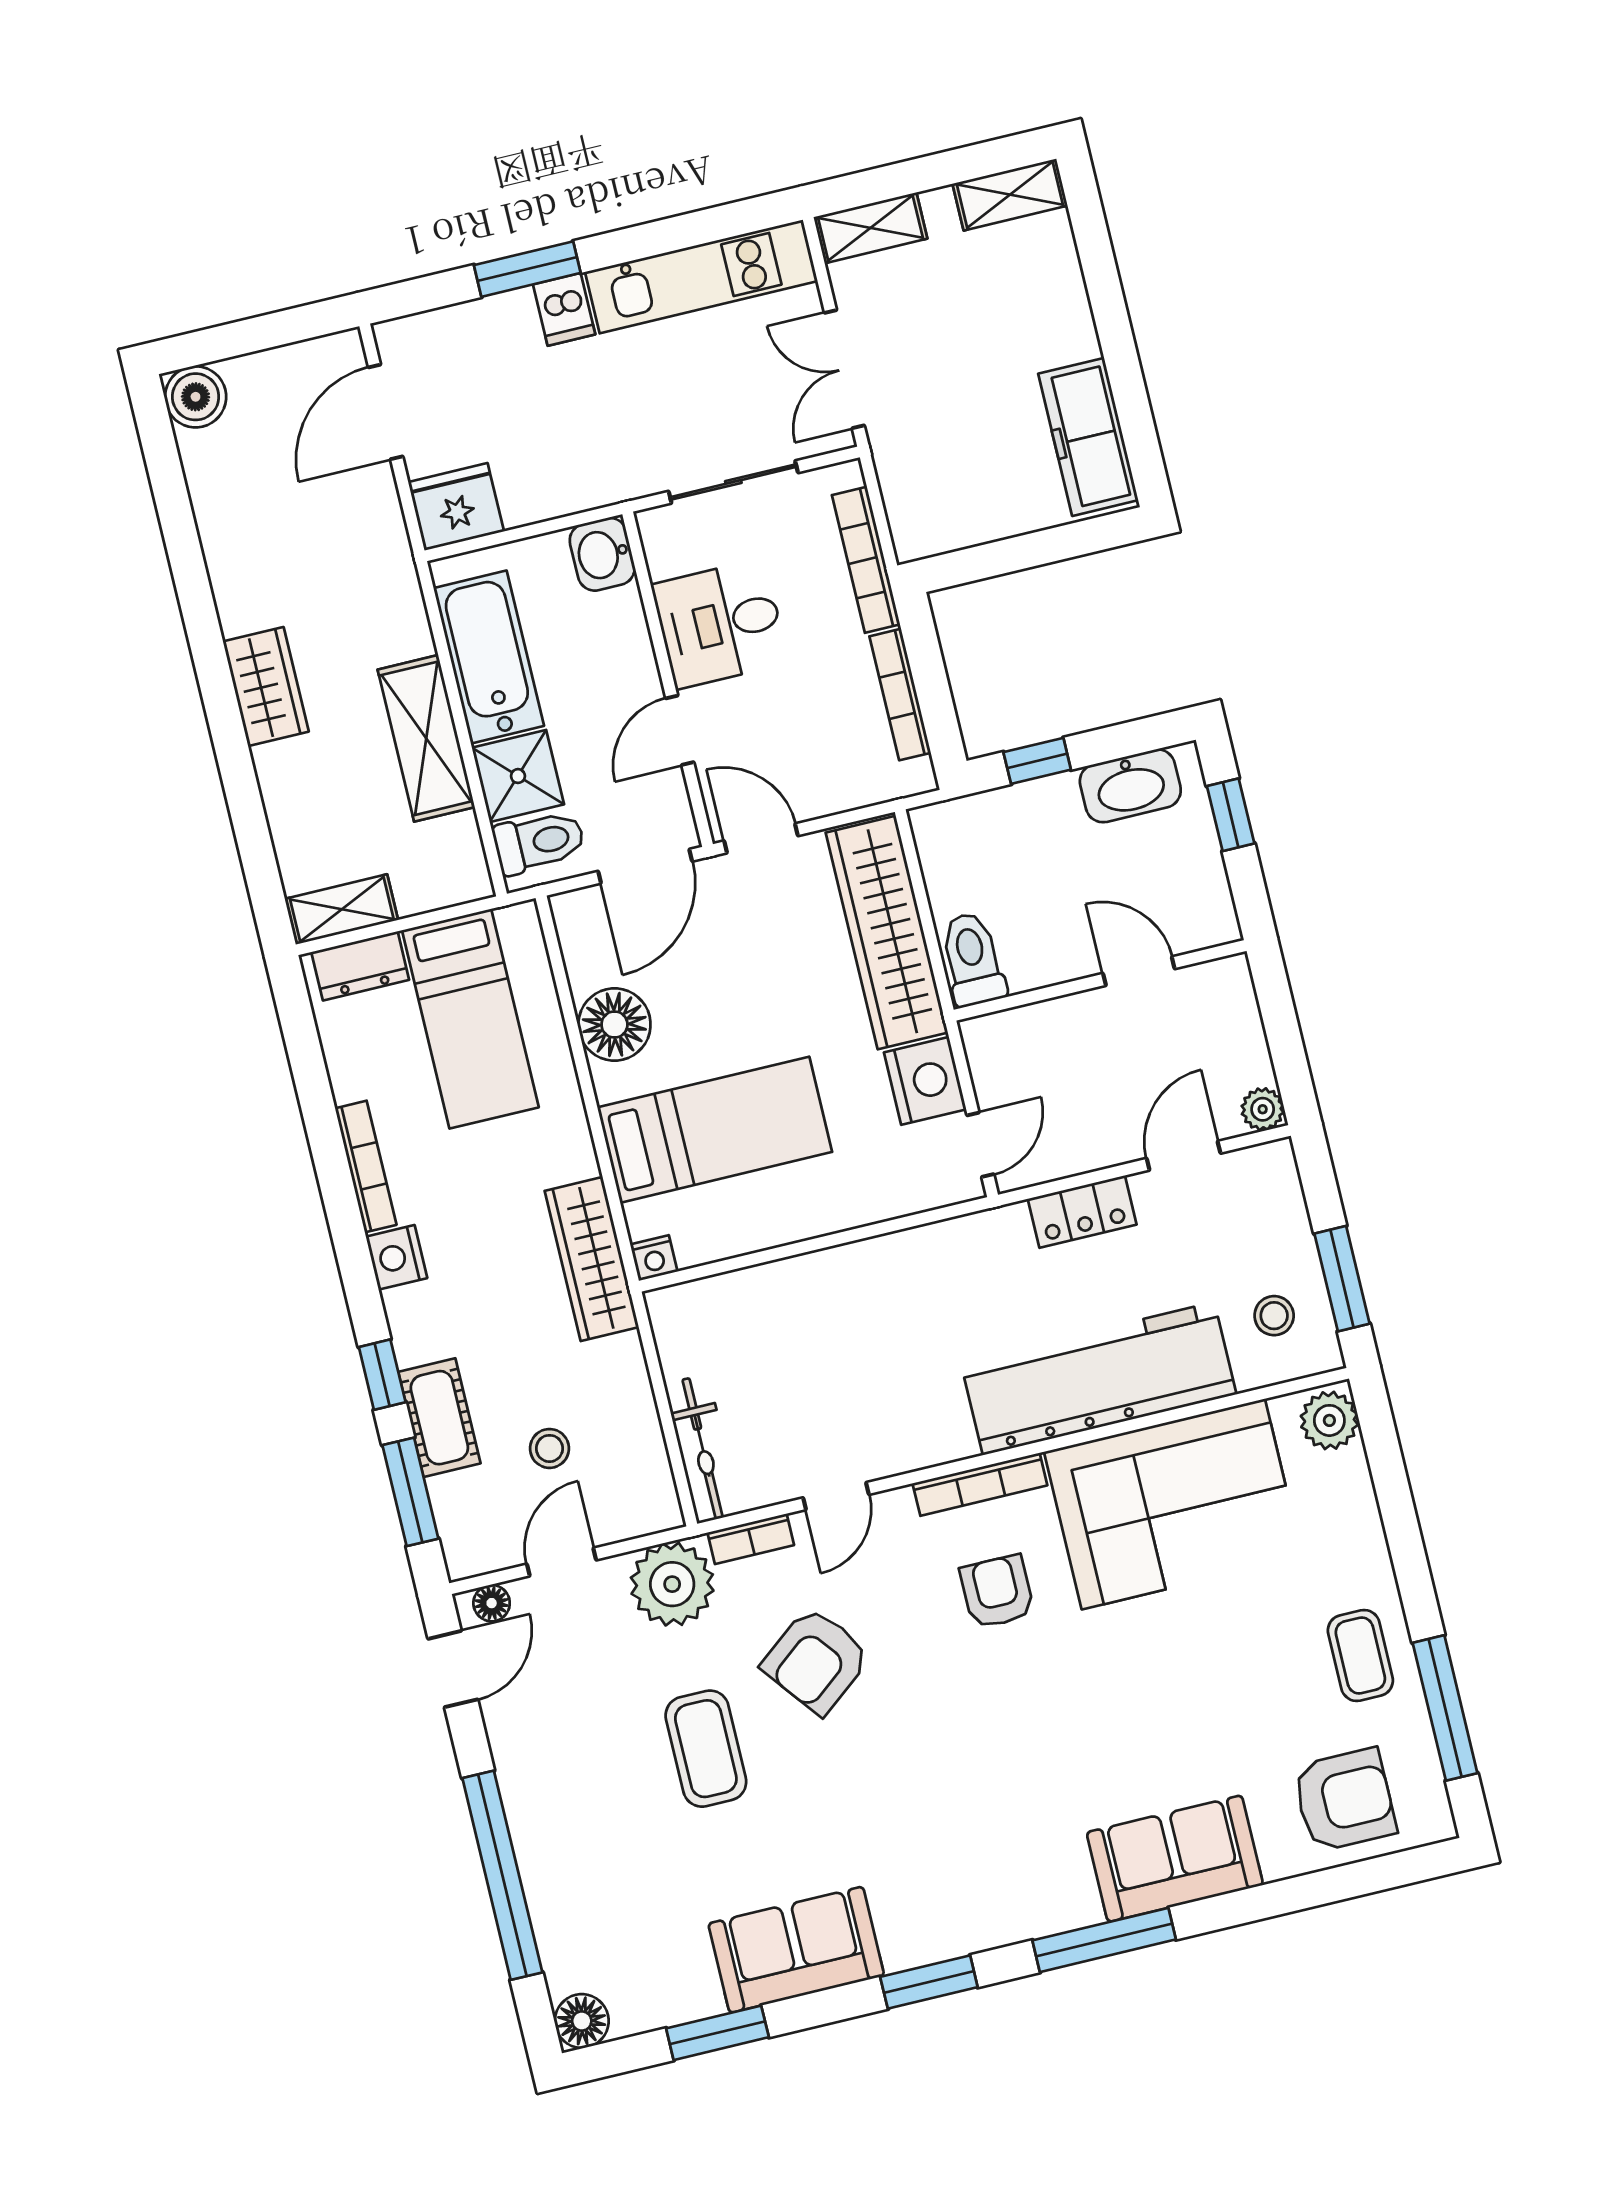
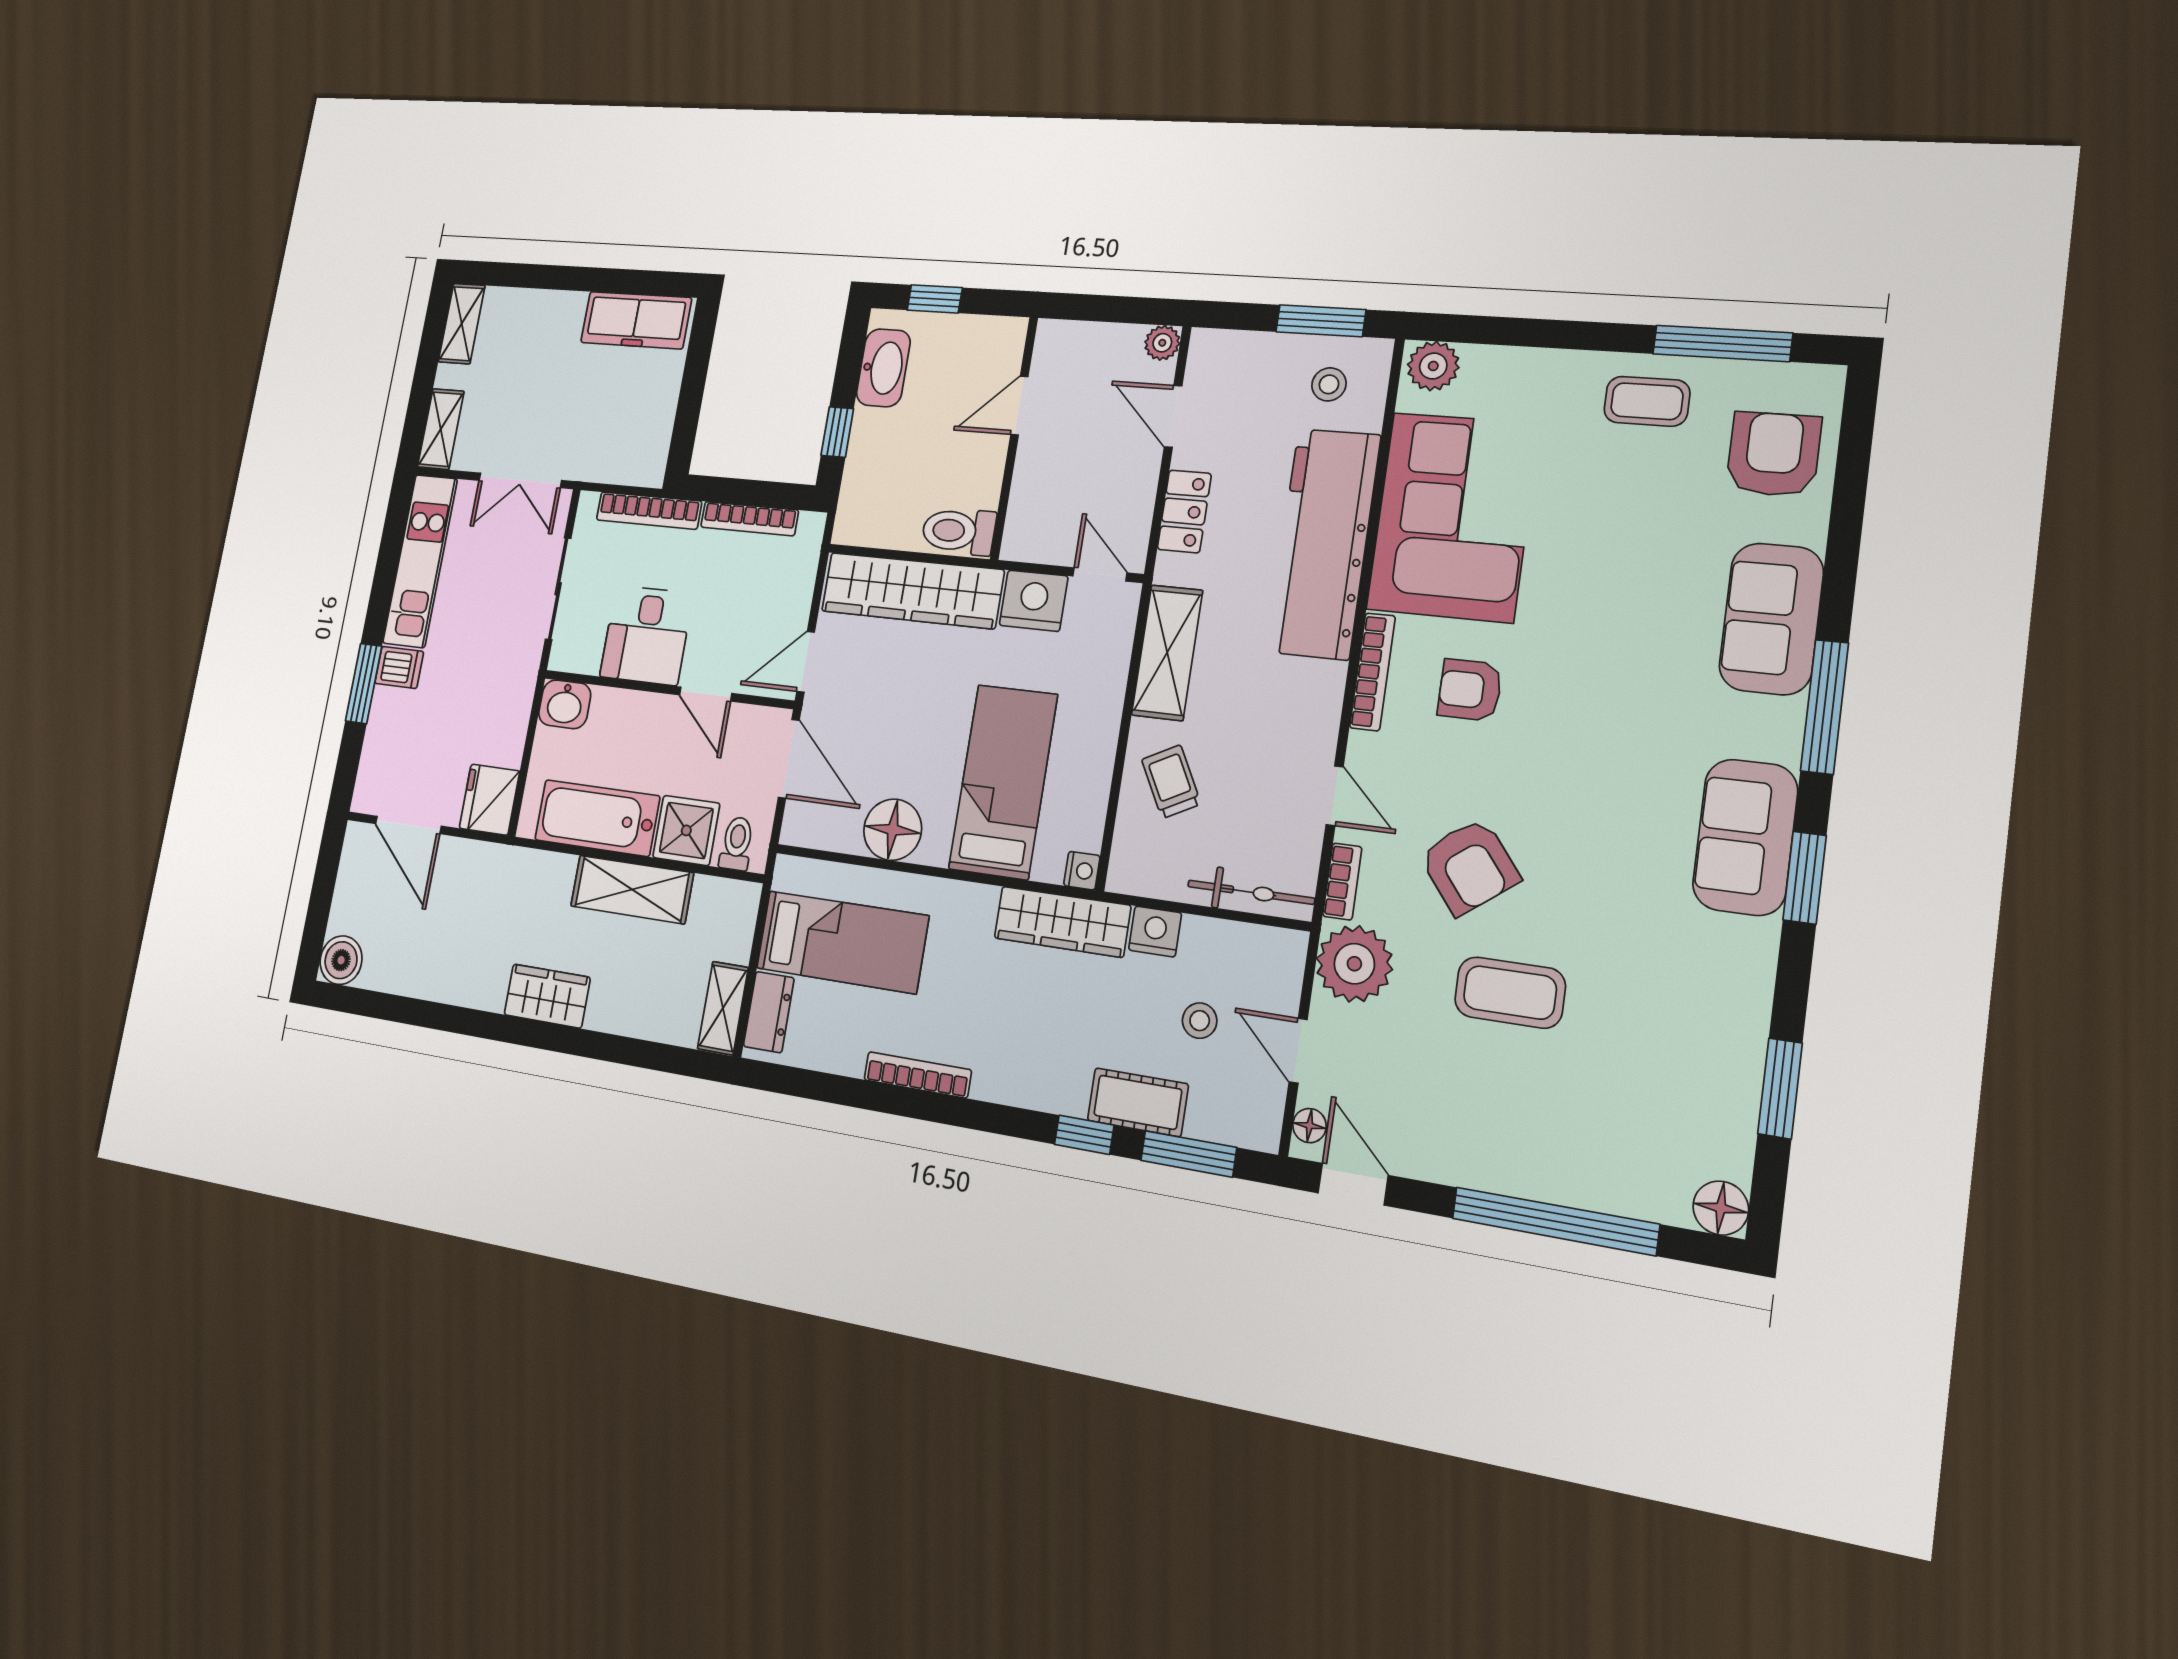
toilet: (539, 842) -> (737, 844), width x0.73, depth x0.72
shelving: (922, 1256) -> (1167, 653), added
nightstand: (397, 1257) -> (1155, 931), moved, turned 180
trolley: (785, 1317) -> (1171, 782), added
sofa: (796, 1950) -> (1745, 837), moved

